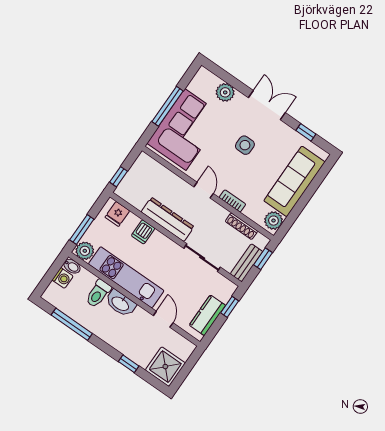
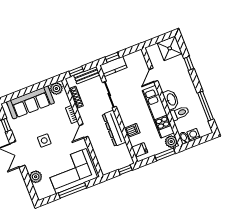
kitchen counter: (207, 315) -> (113, 66), moved

